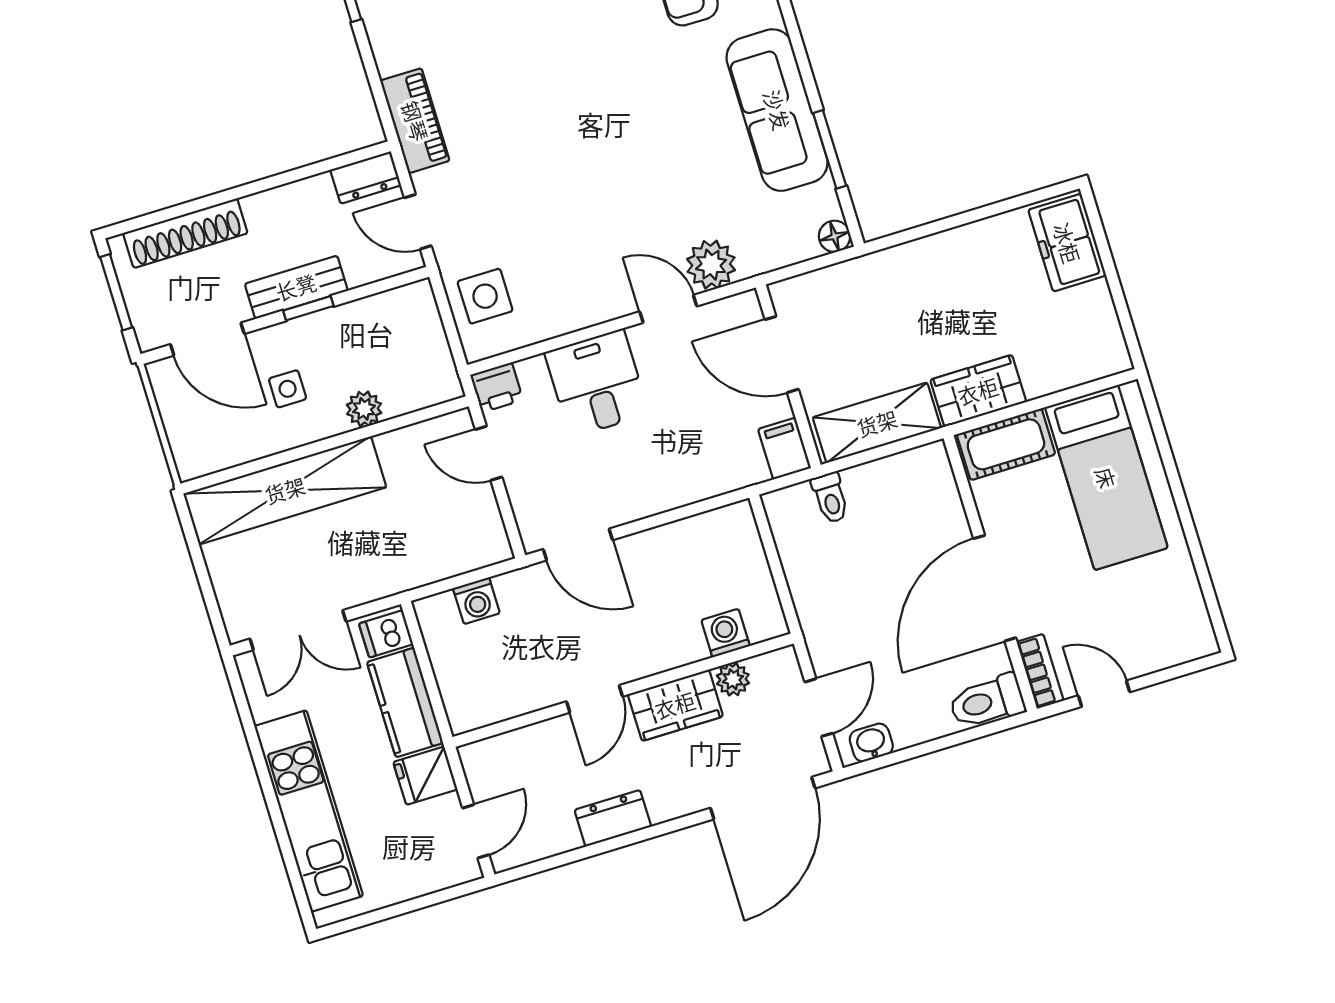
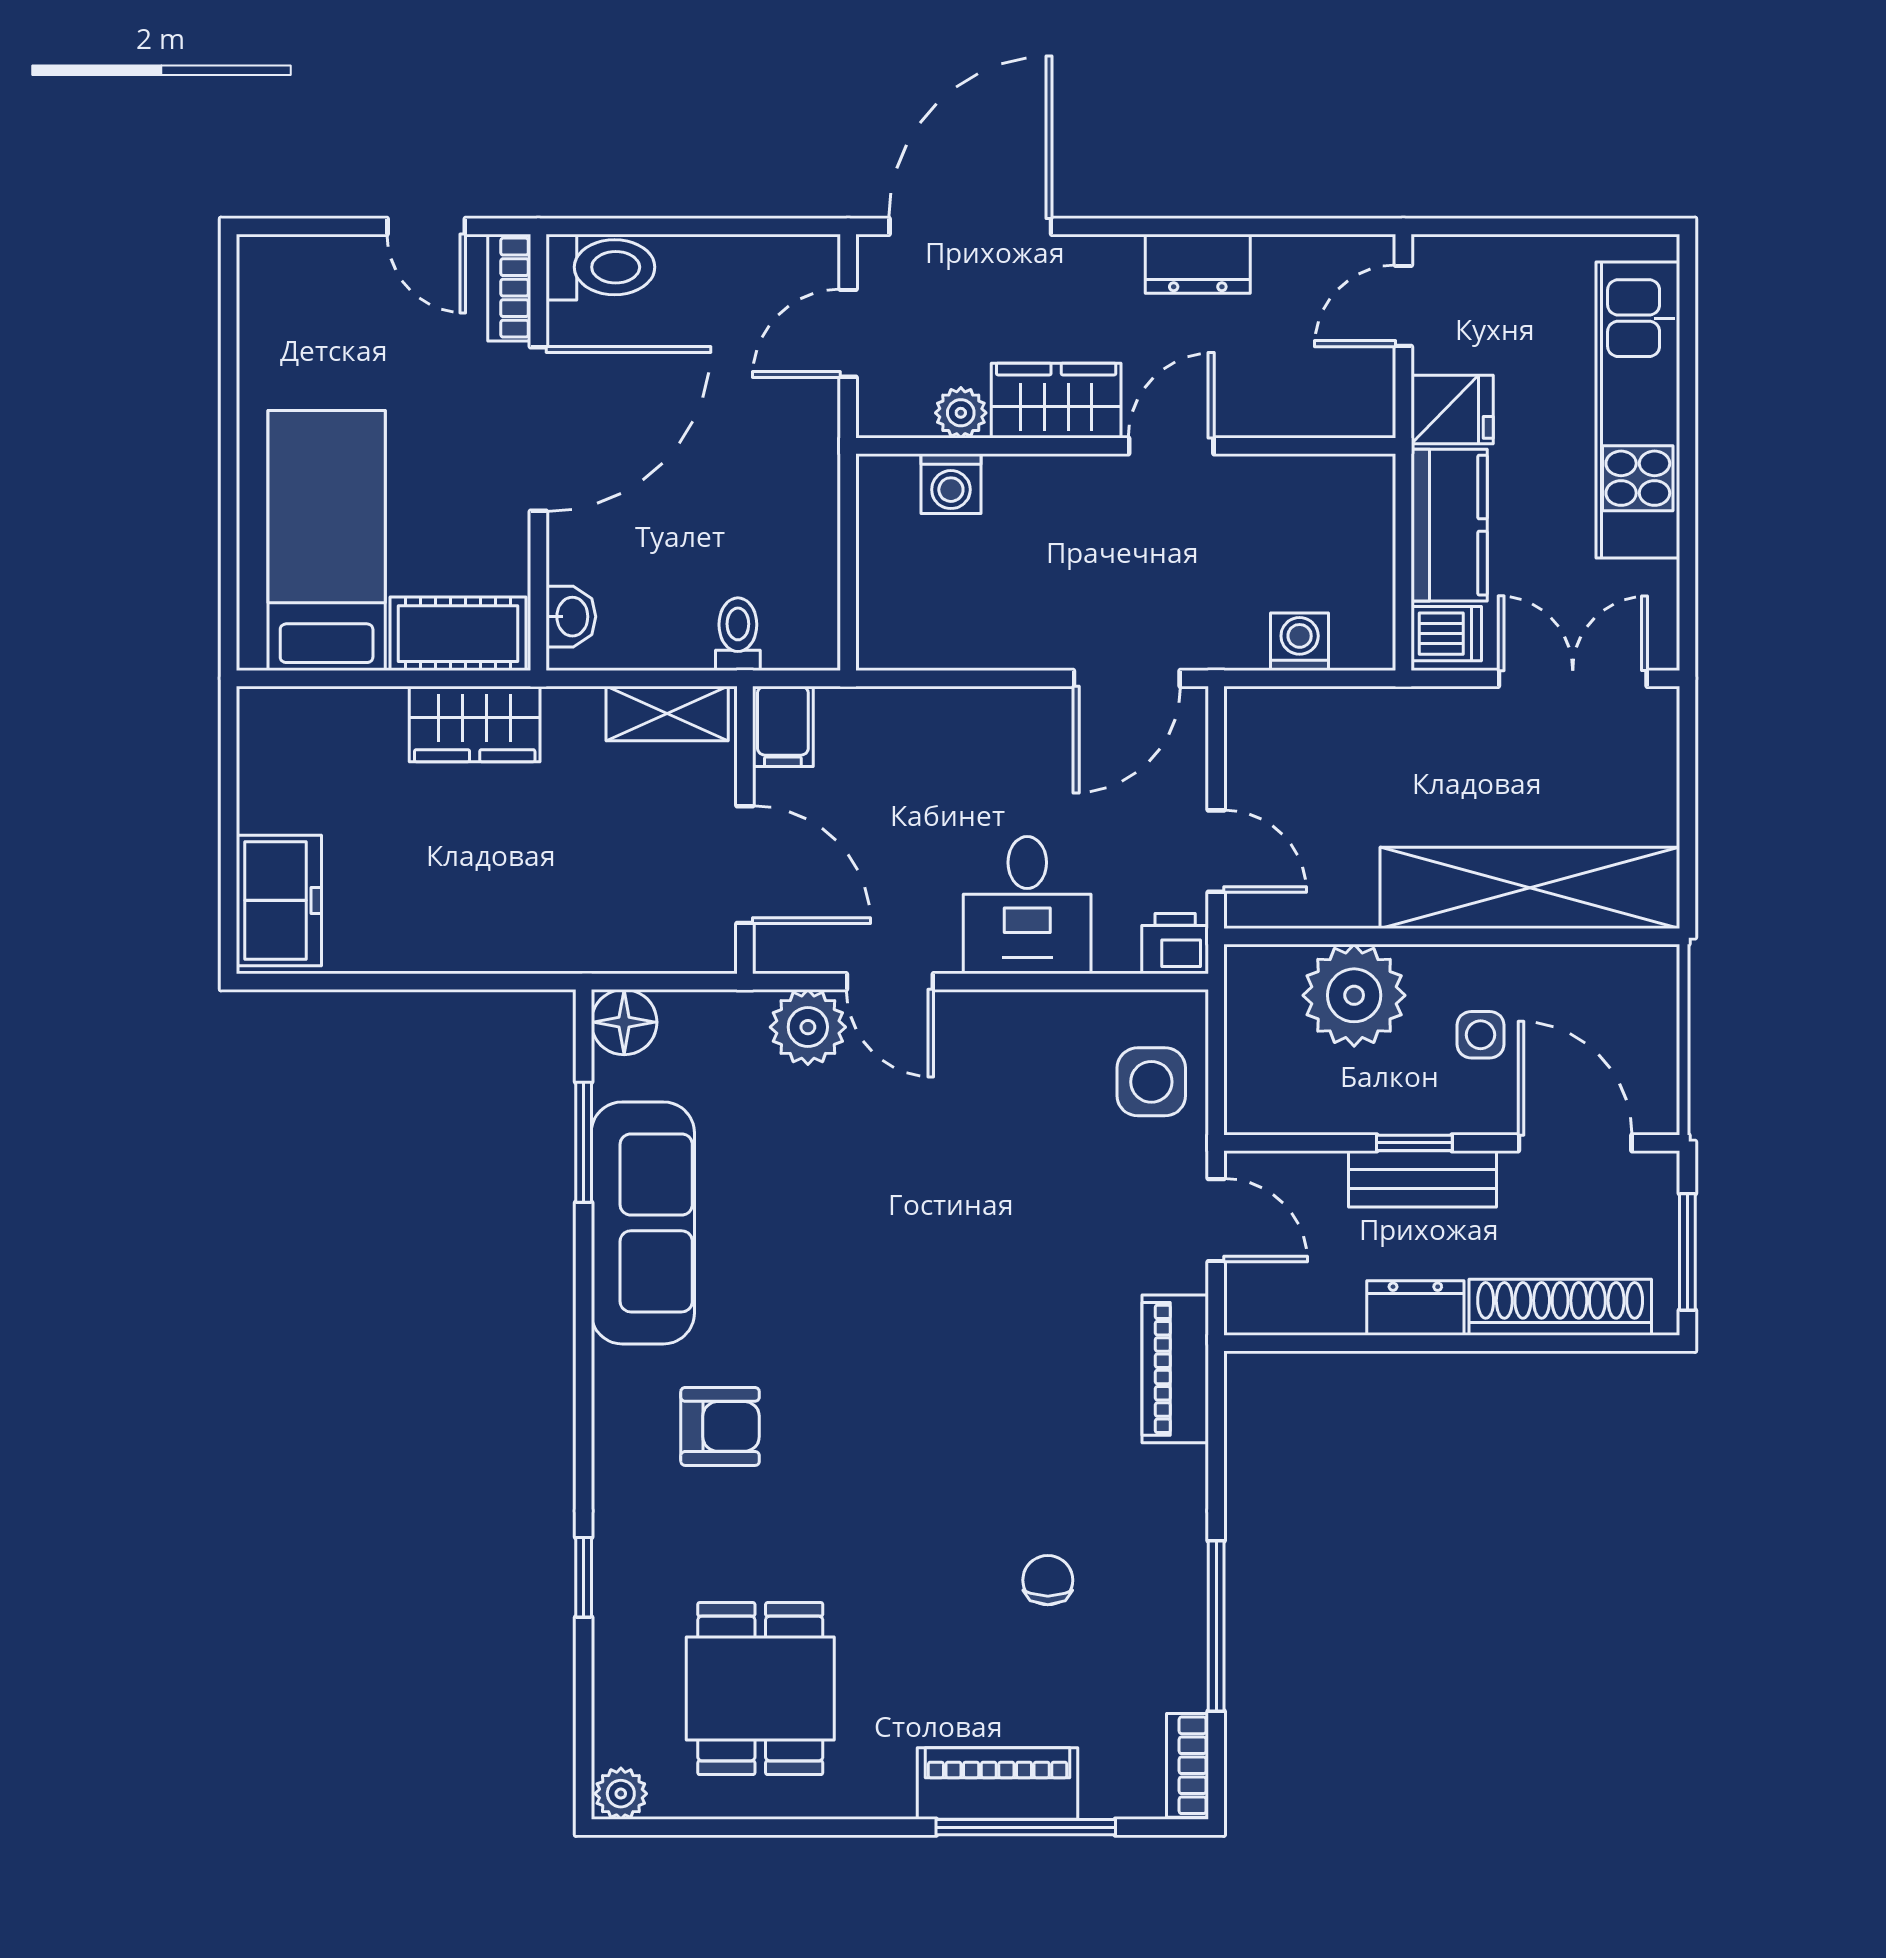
dresser: (366, 177) -> (1415, 1308), moved
floor lamp: (835, 236) -> (624, 1022), width x1.37, depth x1.37
plant: (364, 409) -> (1354, 995), width x1.87, depth x1.87
shelving: (877, 423) -> (667, 713), width x0.67, depth x0.75
door: (578, 545) -> (1127, 678), swing flipped
washbasin: (871, 743) -> (571, 617), moved, turned -90

